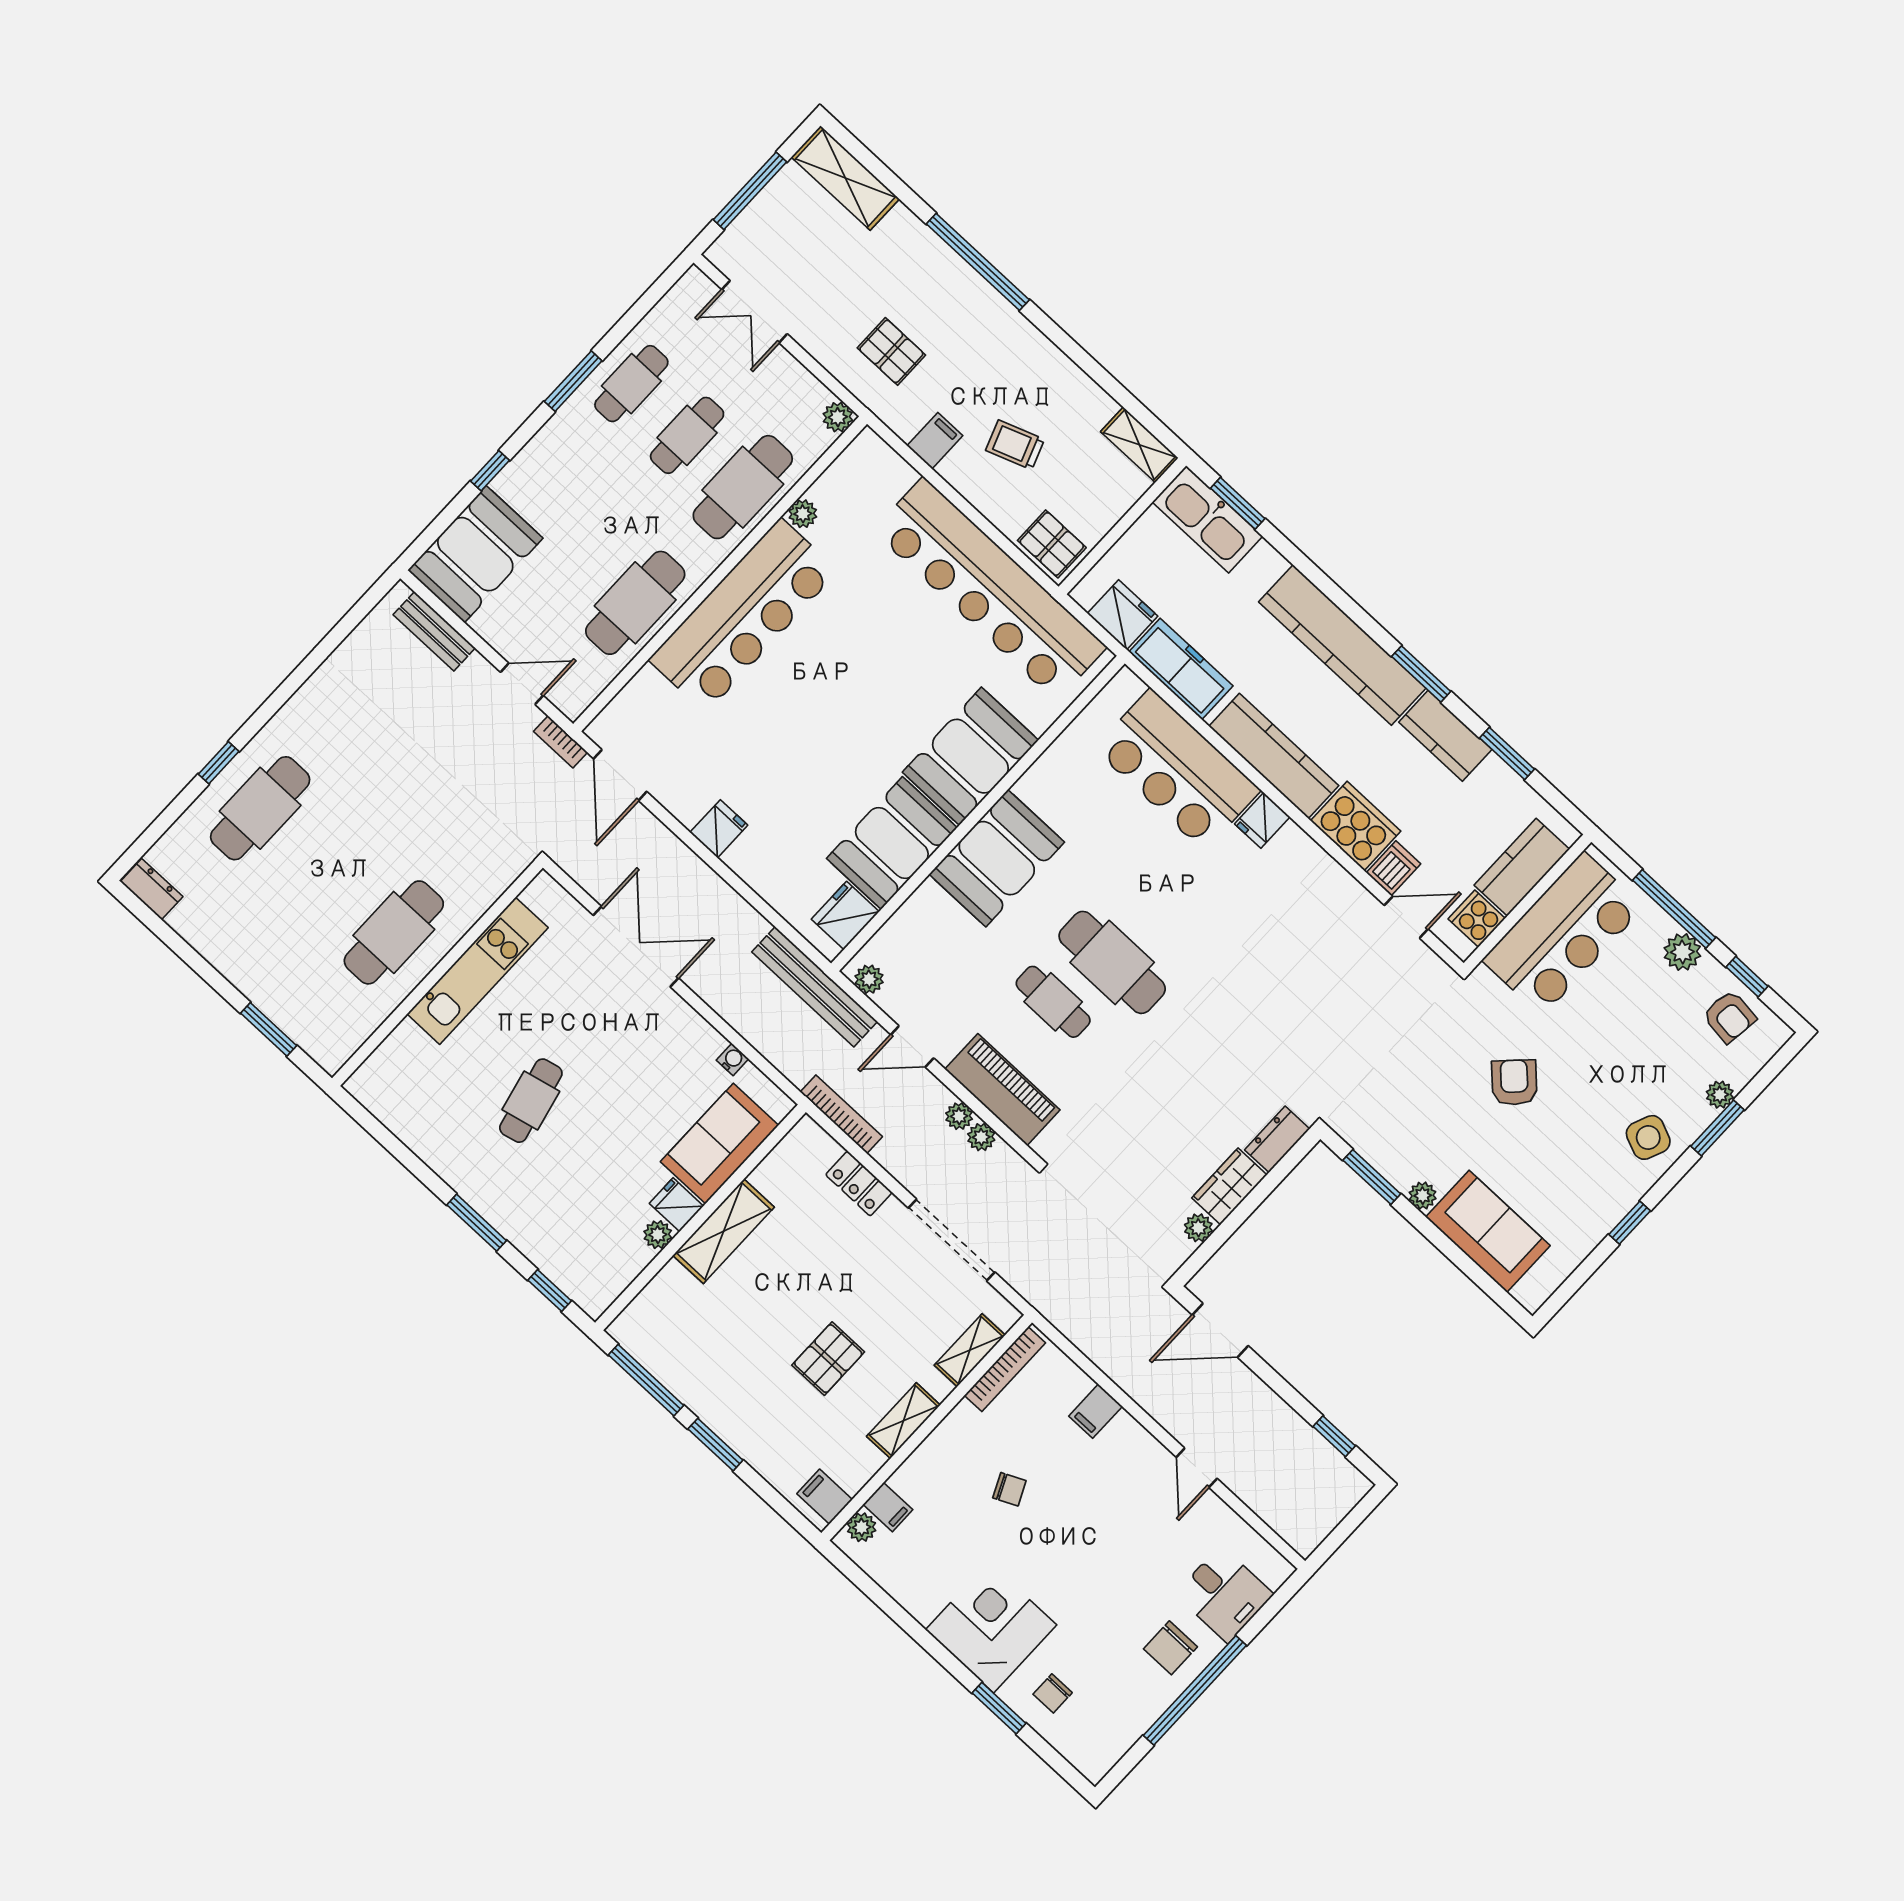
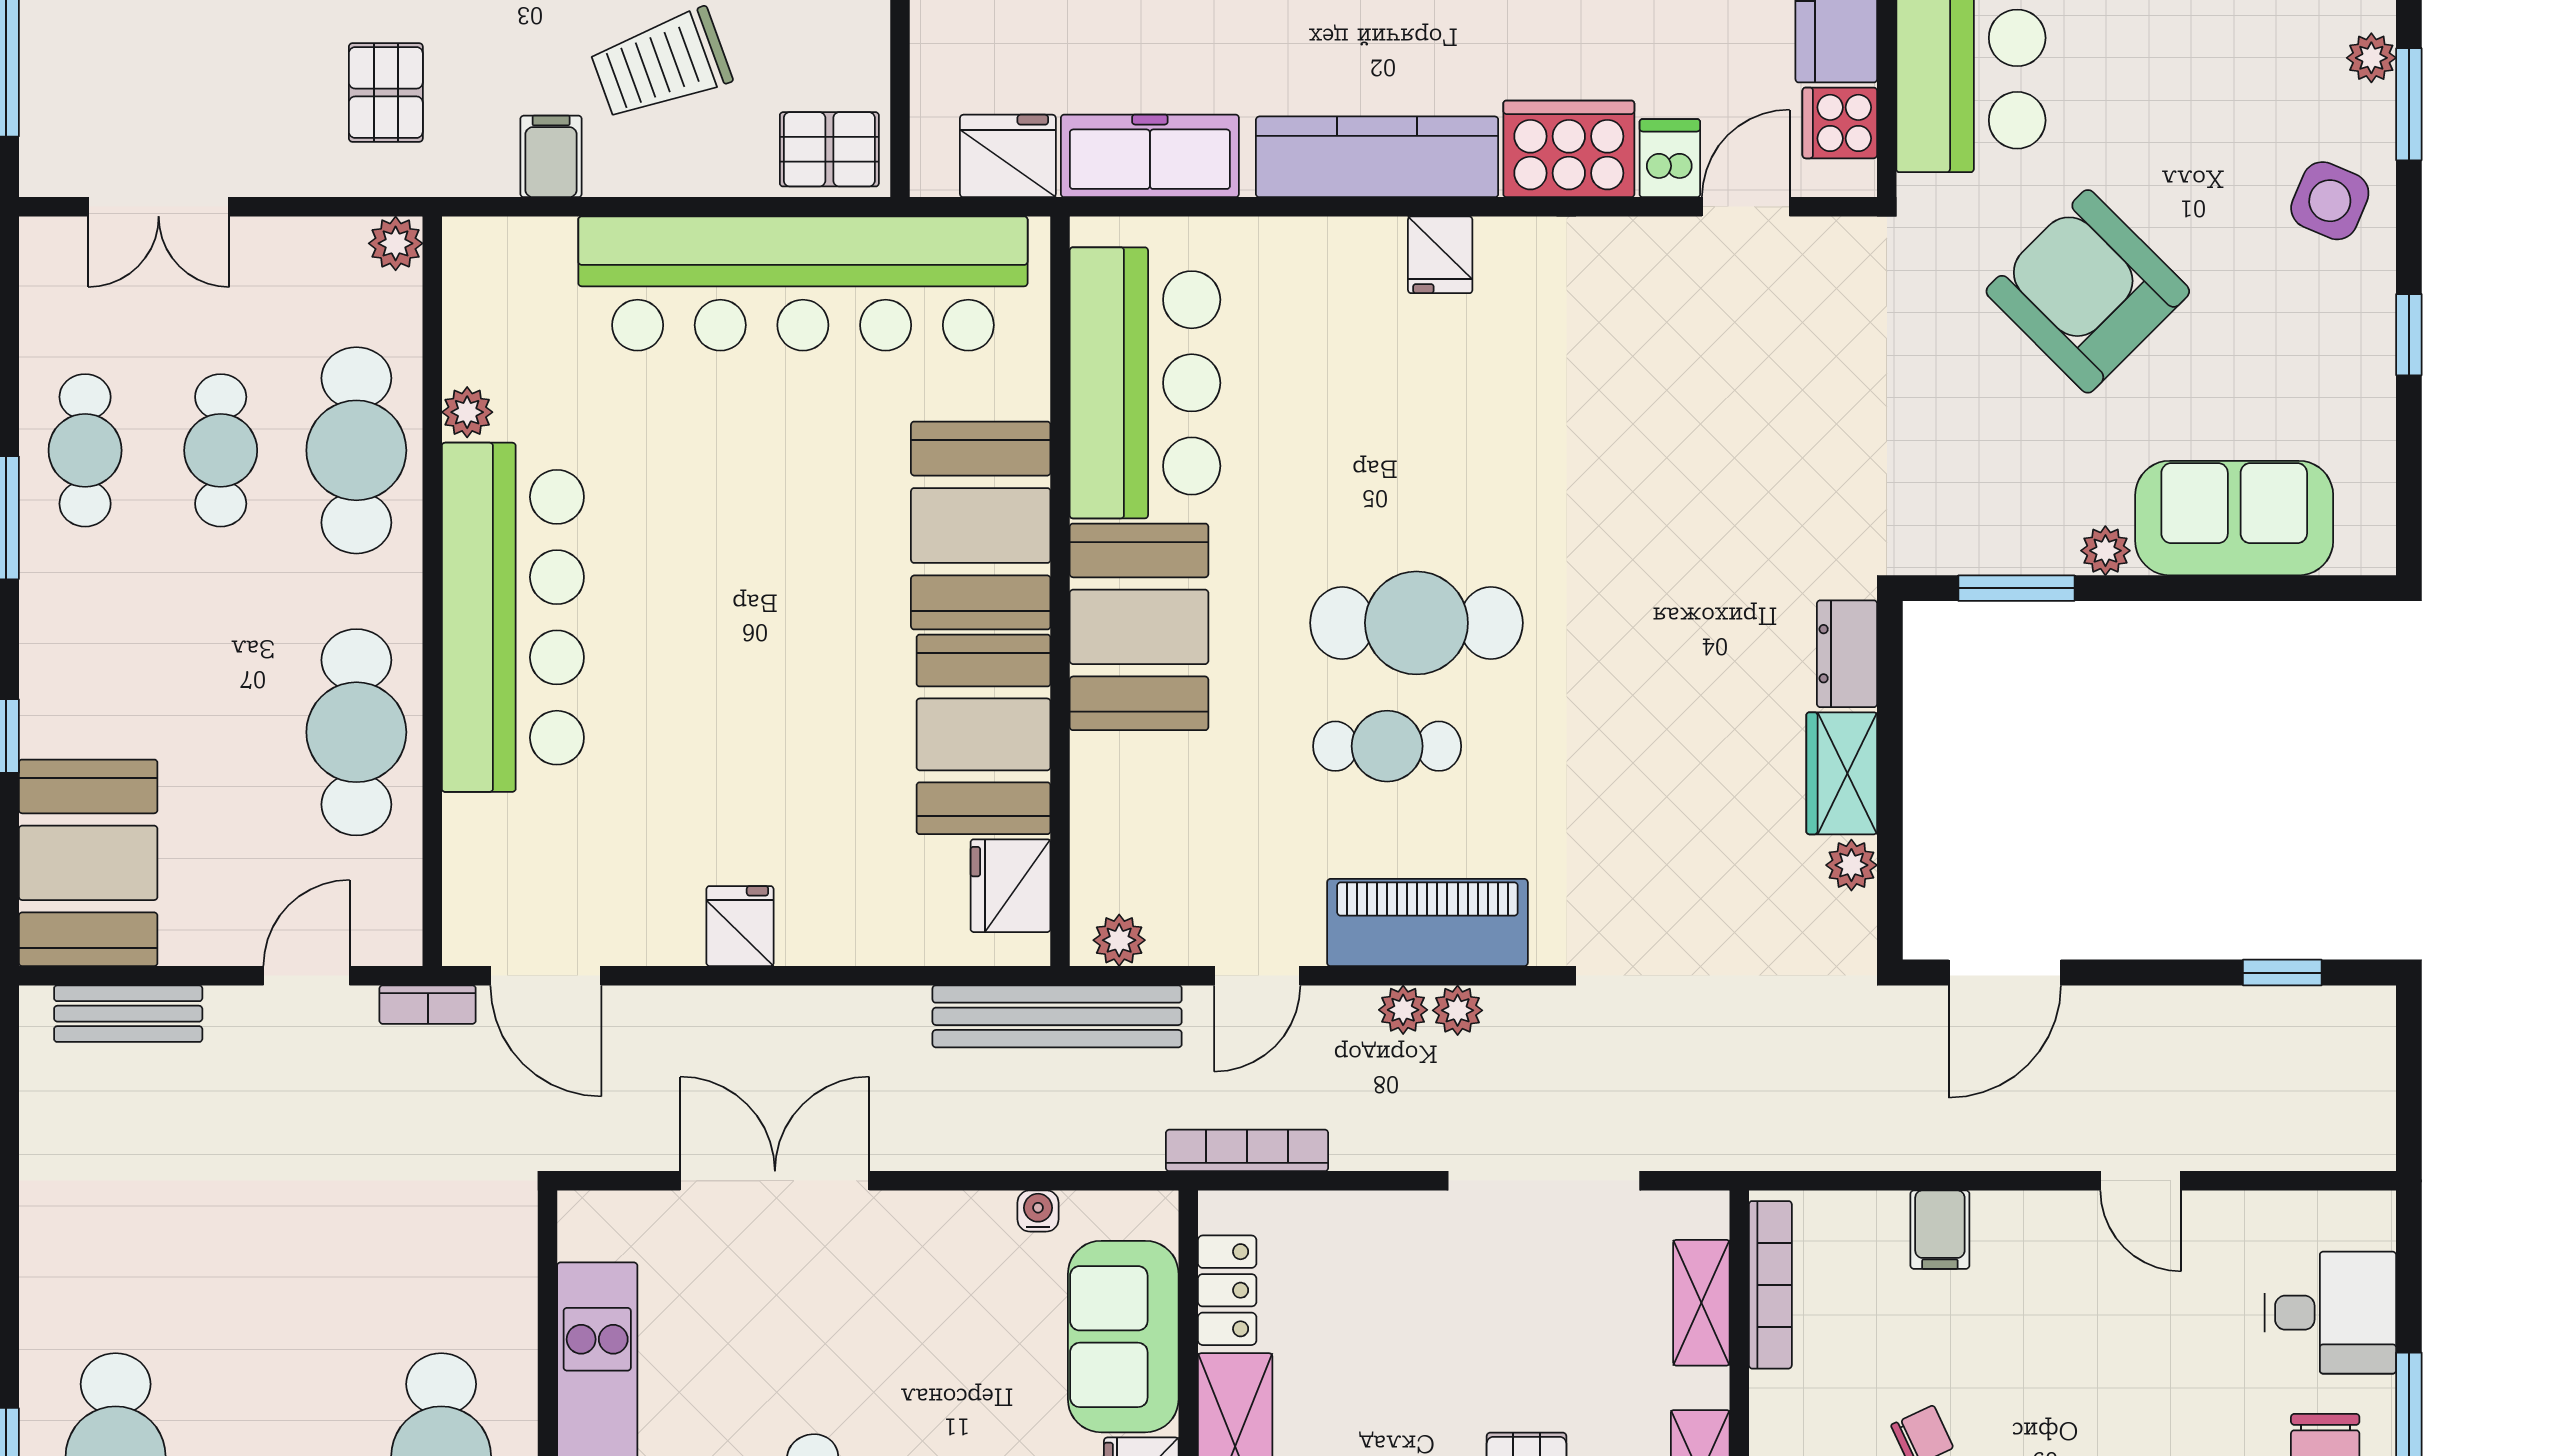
pallet: (891, 351) -> (386, 92), turned 90
trolley: (1015, 445) -> (661, 64), width x1.36, depth x1.39
bar counter: (1177, 770) -> (1145, 383), moved, turned -90
armchair: (1514, 1082) -> (2088, 291), width x1.88, depth x1.88
locker: (859, 1184) -> (1227, 1290), moved, turned -90

